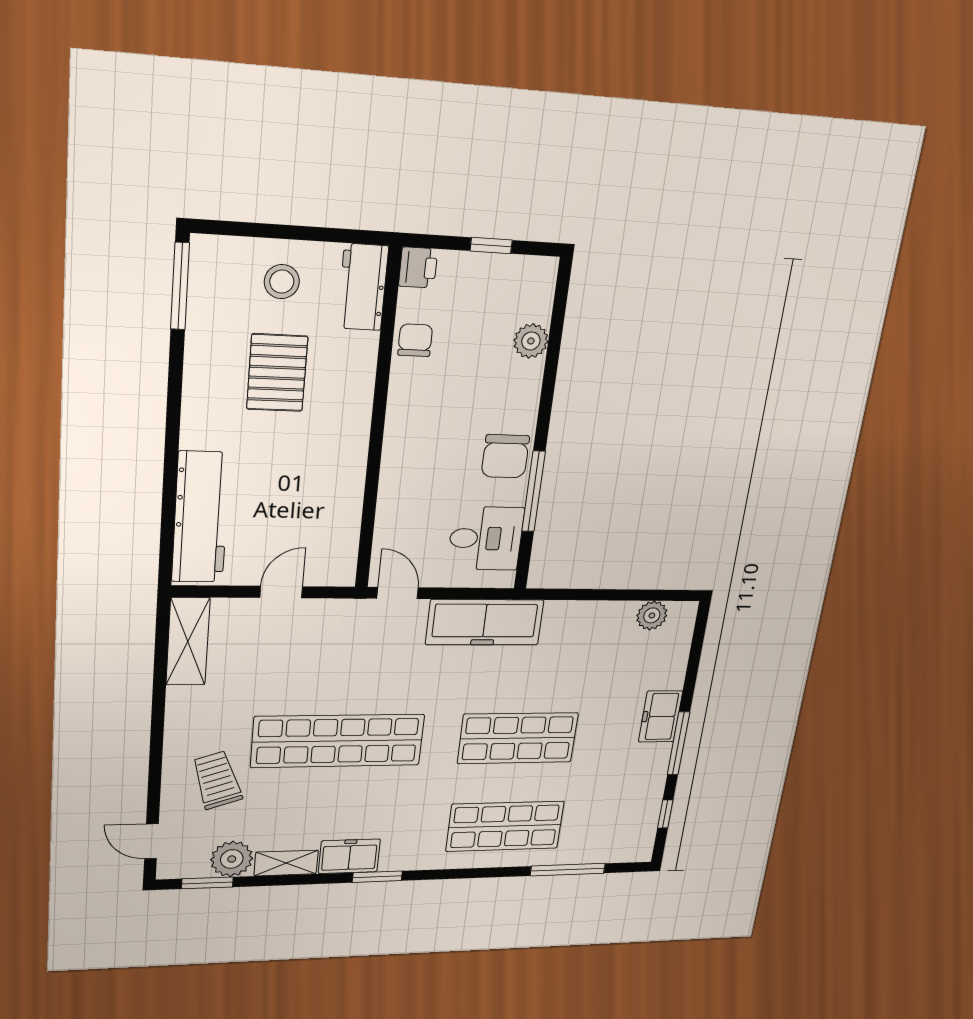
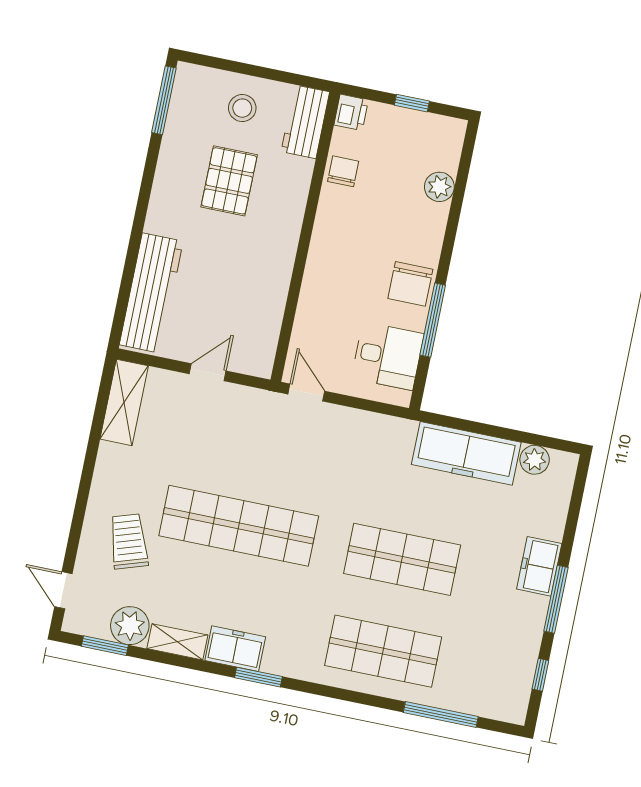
freezer: (485, 622) -> (466, 453), moved

